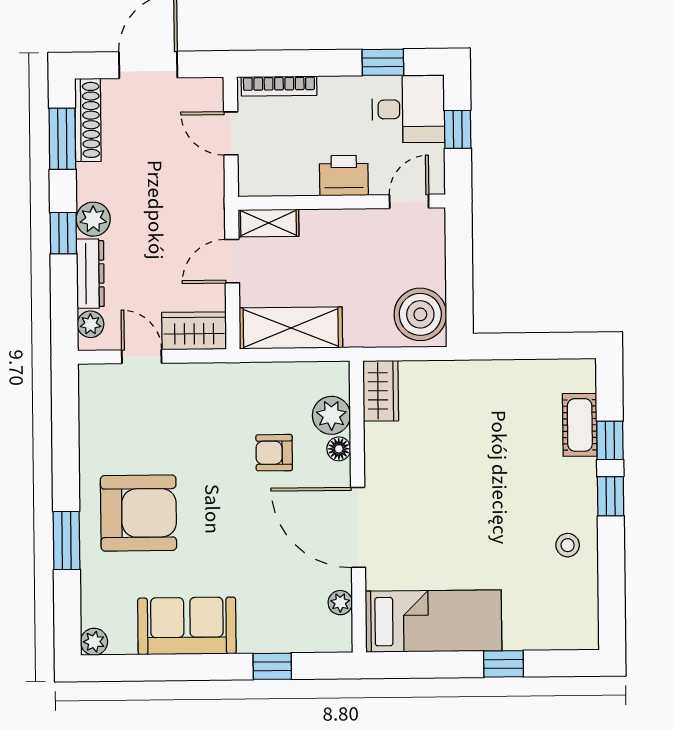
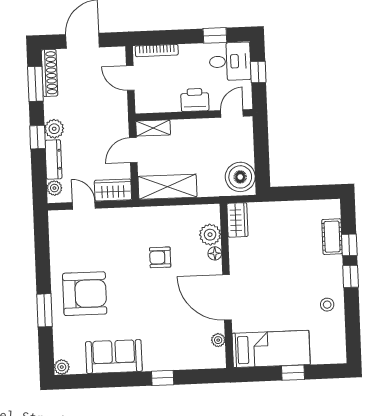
wardrobe: (381, 391) -> (237, 220), moved
plant: (331, 415) -> (210, 235), moved
floor lamp: (339, 449) -> (215, 253), moved
wall: (358, 507) -> (227, 286), moved
door: (358, 527) -> (227, 297), moved
plant: (340, 603) -> (218, 340), moved
bed: (434, 621) -> (271, 349), moved

